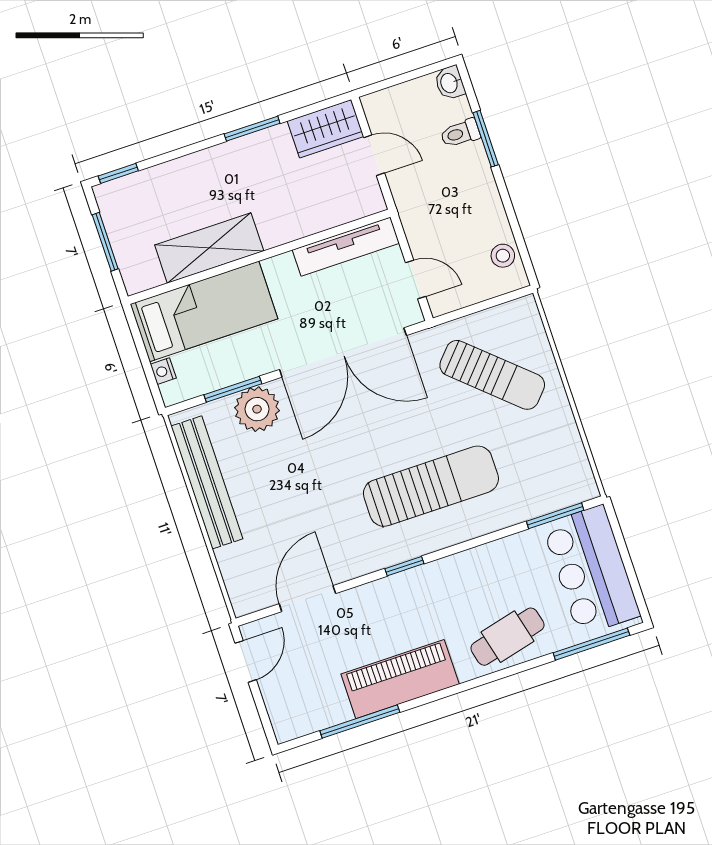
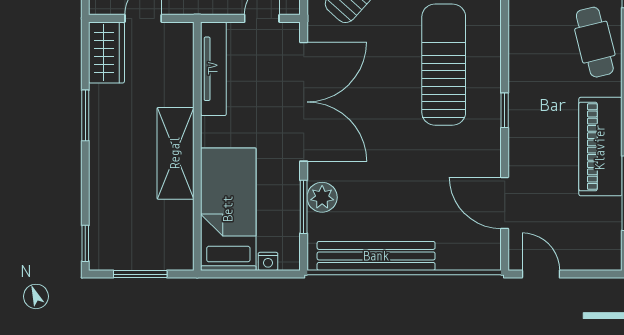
shelving: (209, 248) -> (175, 153), moved
plant: (257, 409) -> (322, 197), width x0.73, depth x0.73

